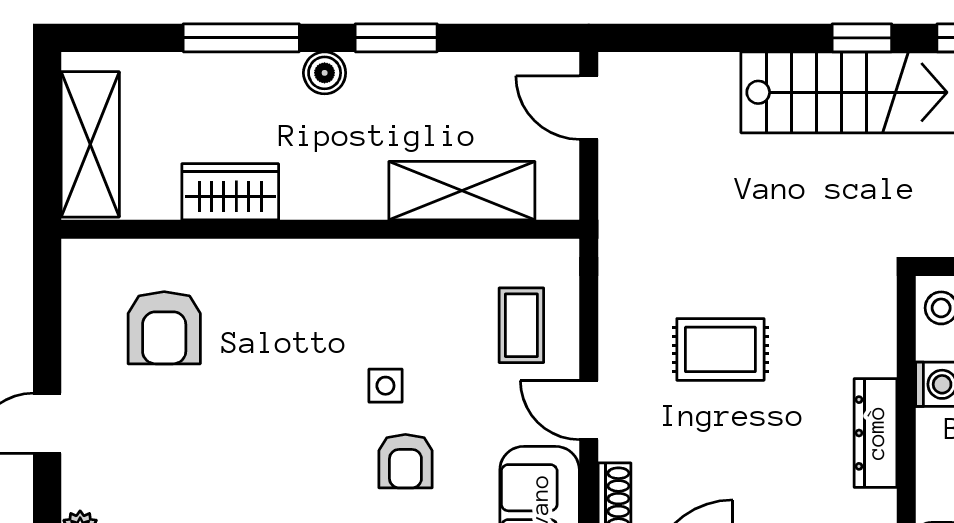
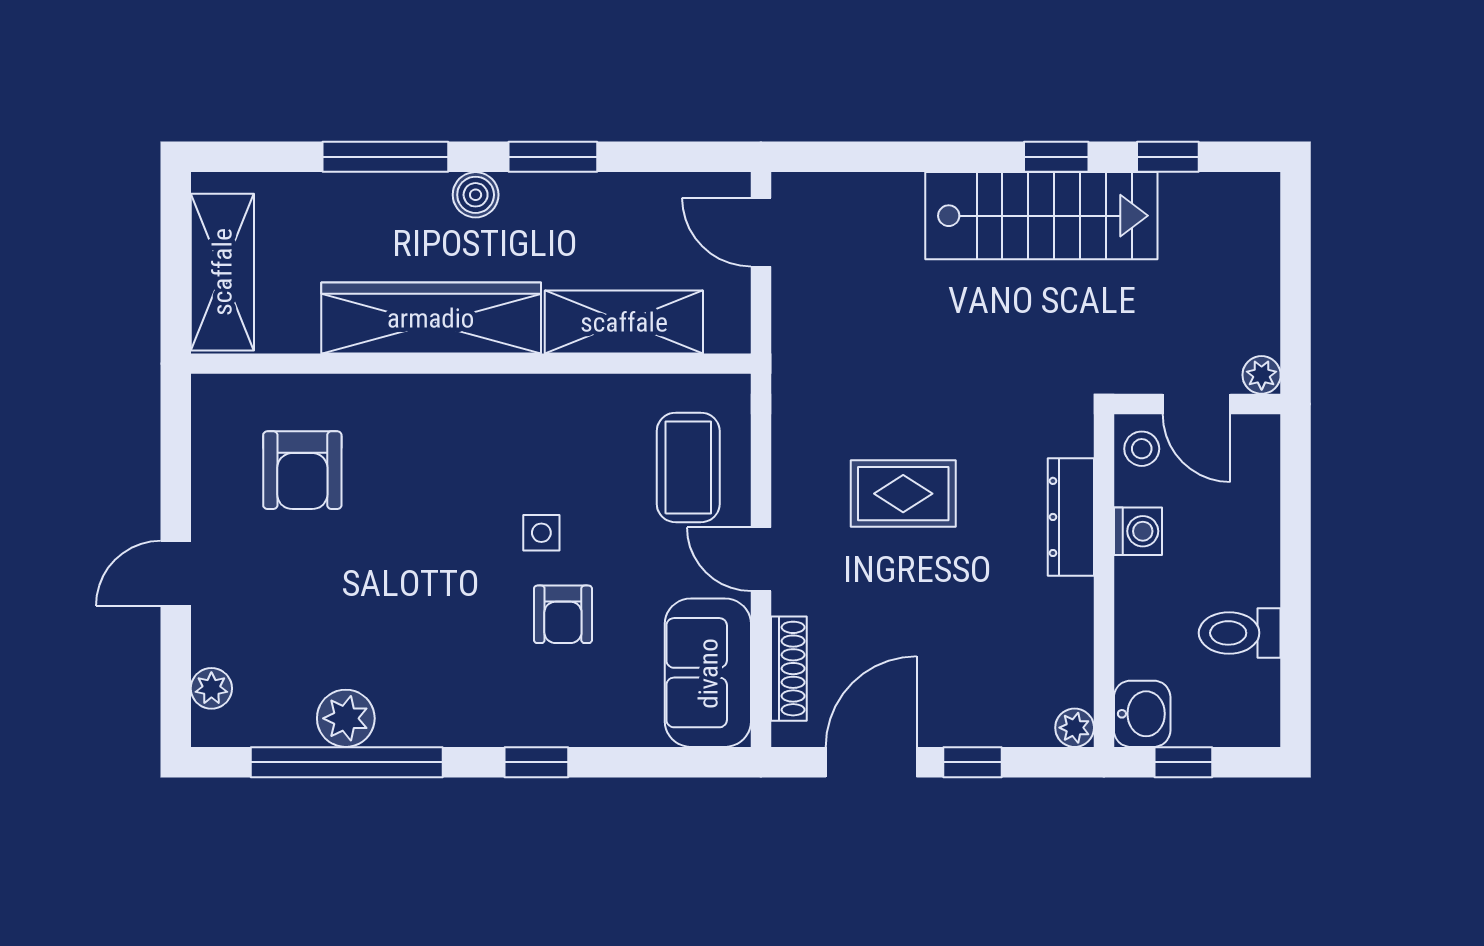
wardrobe: (230, 192) -> (431, 318), width x2.10, depth x1.17
coffee table: (521, 325) -> (688, 467), width x1.36, depth x1.30
dresser: (876, 433) -> (1071, 517), moved

